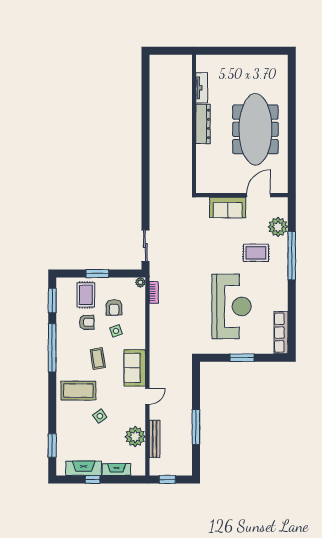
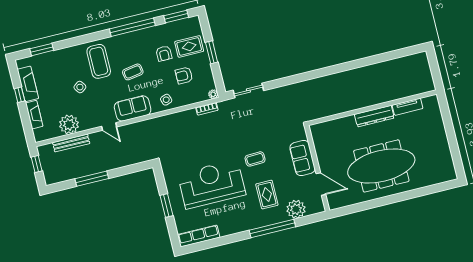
coffee table: (217, 256) -> (255, 159), added
reception desk: (231, 306) -> (212, 184), turned 180
side table: (116, 331) -> (166, 100), moved

